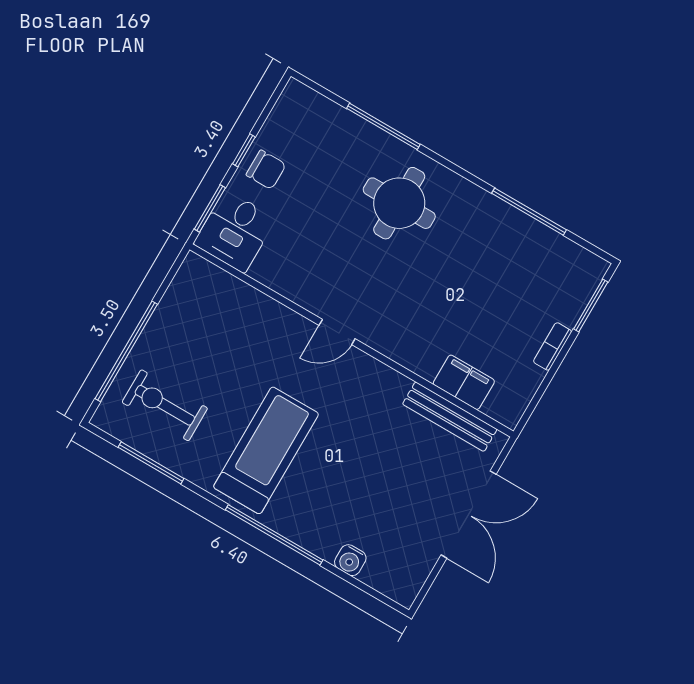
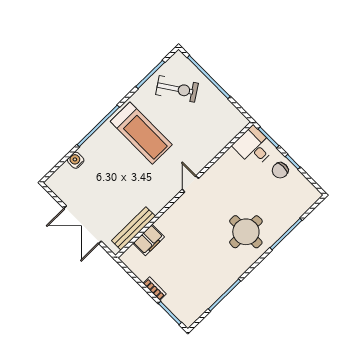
exercise bike: (165, 405) -> (177, 89), turned 56

